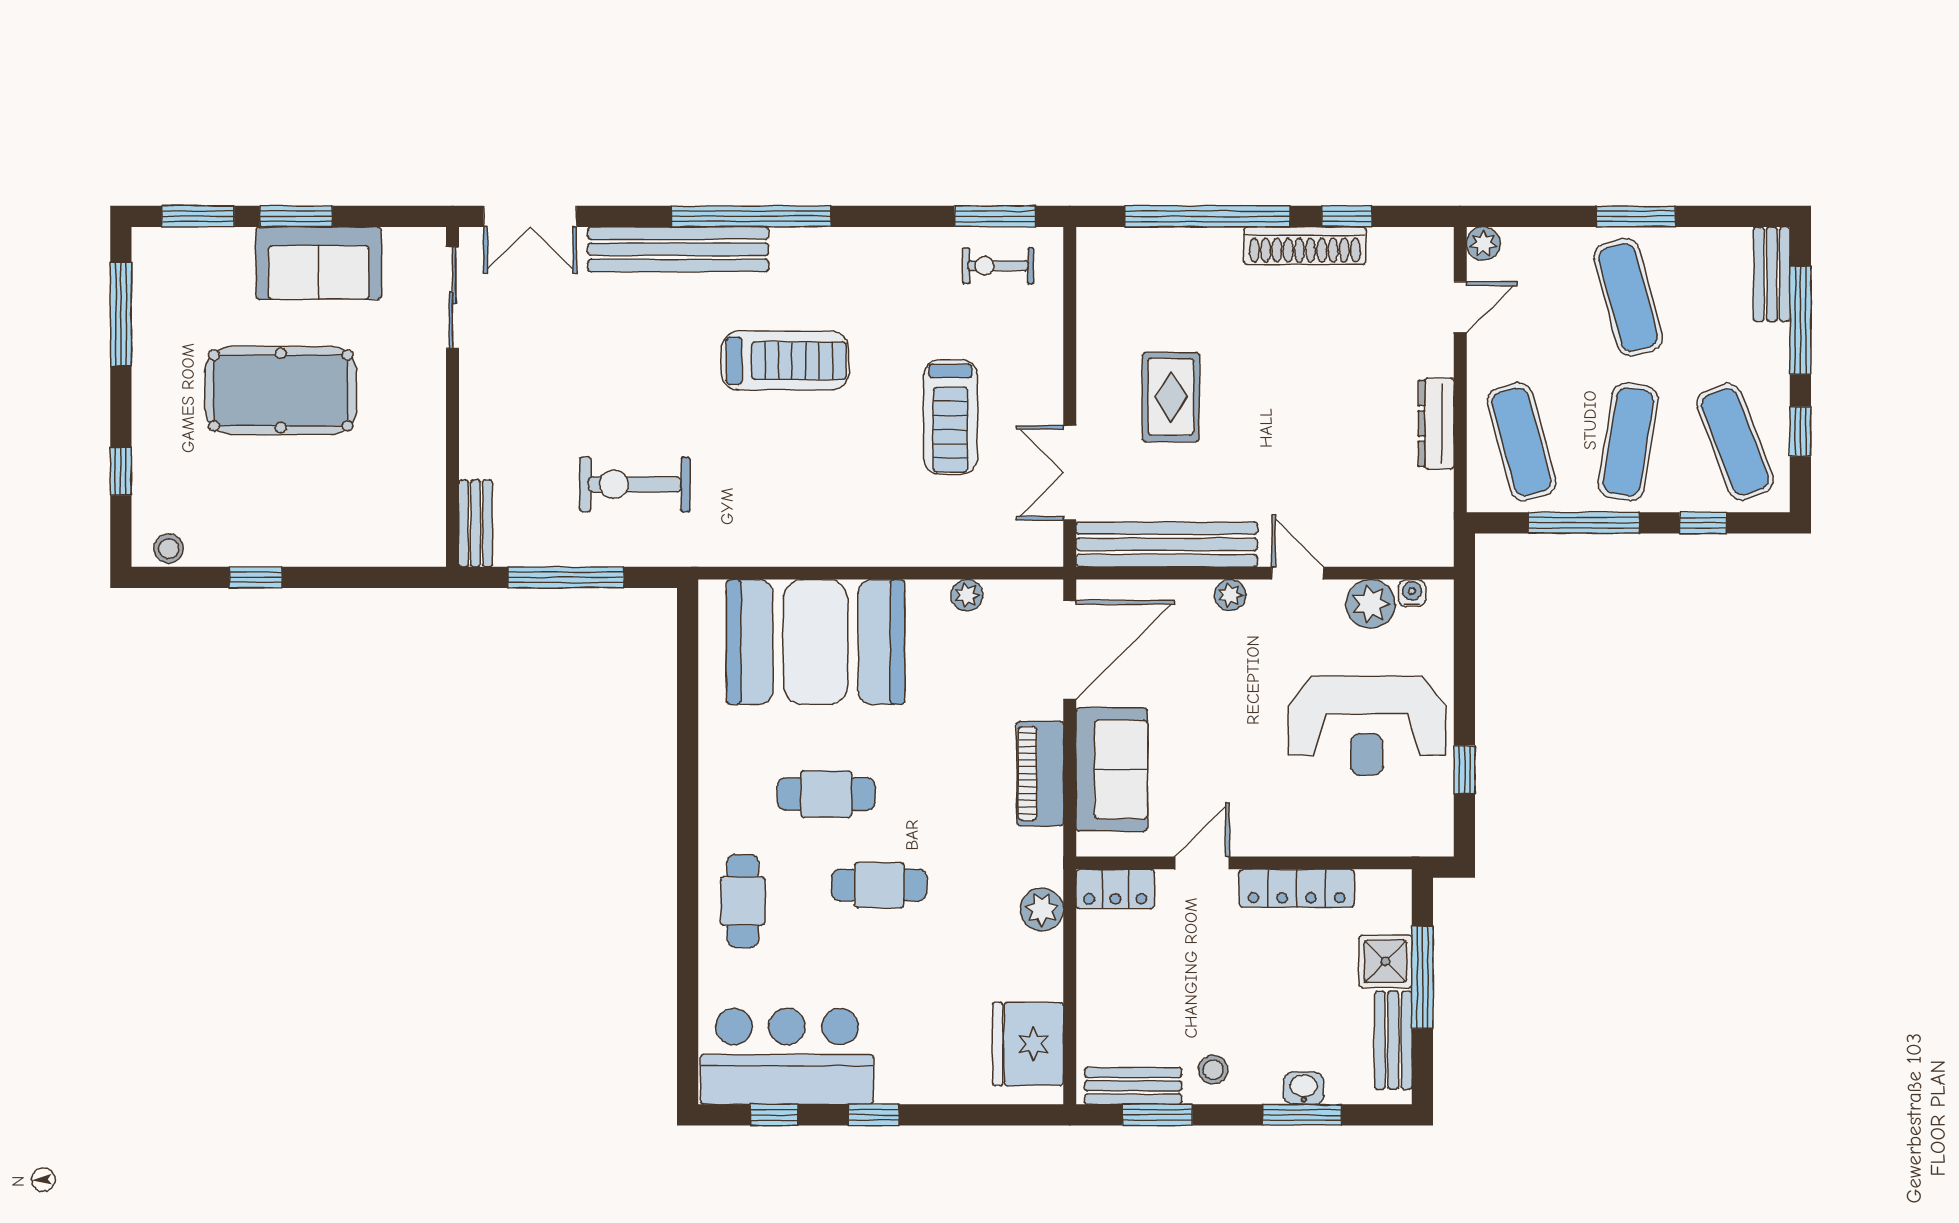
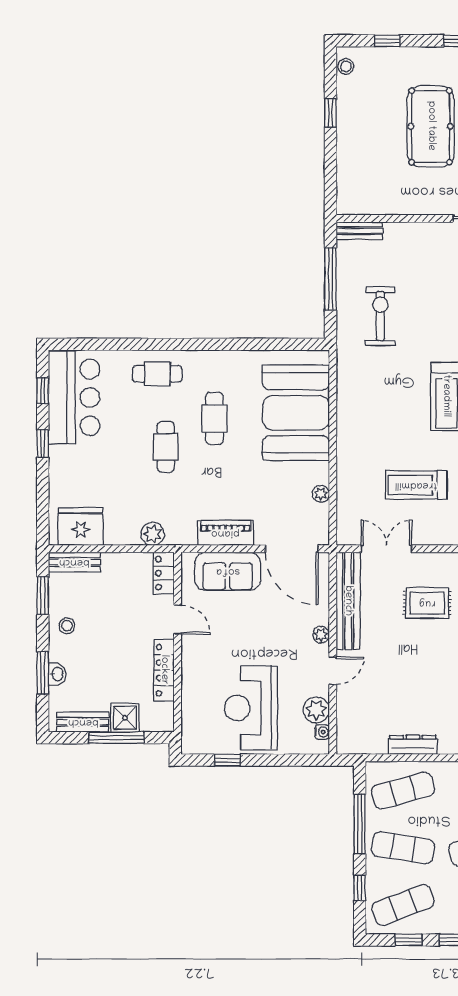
bench: (1133, 1086) -> (74, 562), moved, turned 90

